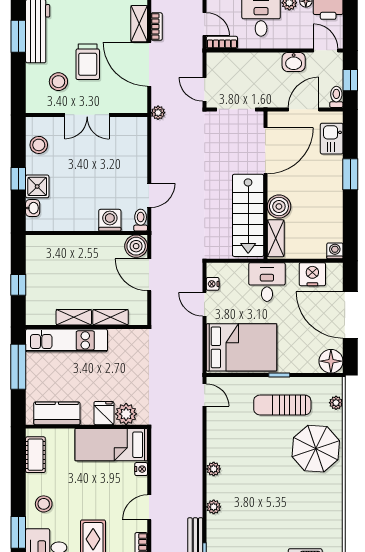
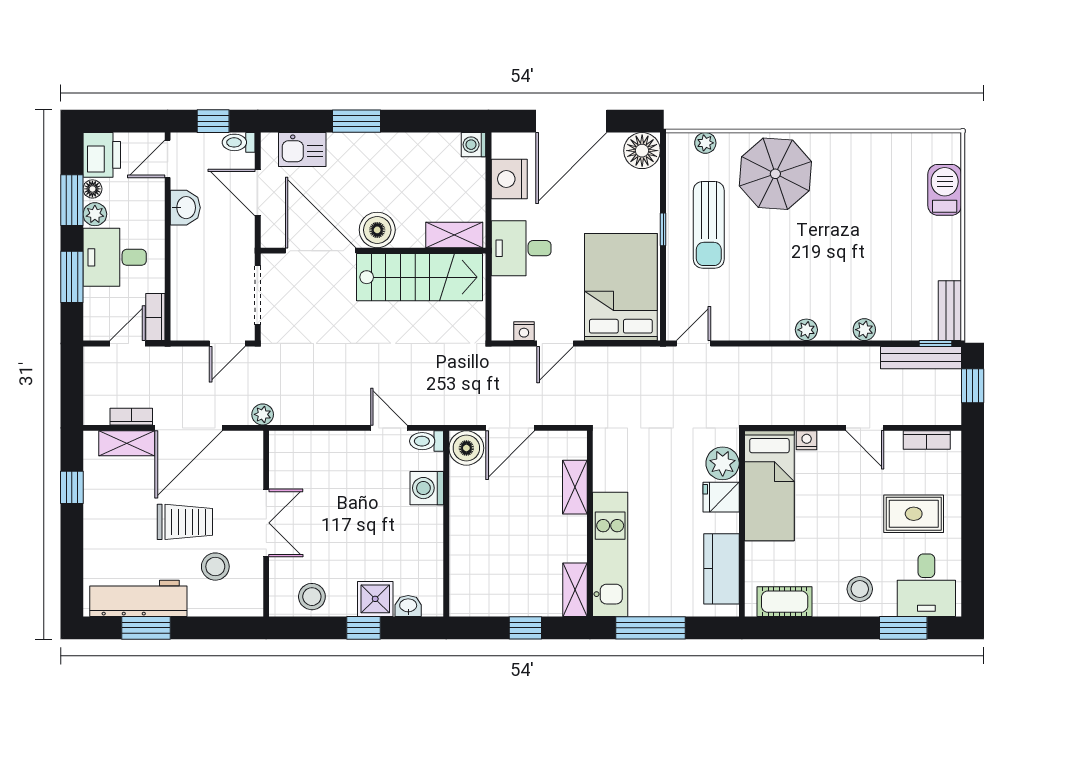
boiler: (279, 206) -> (377, 230), moved
shelving: (74, 317) -> (575, 590), moved

